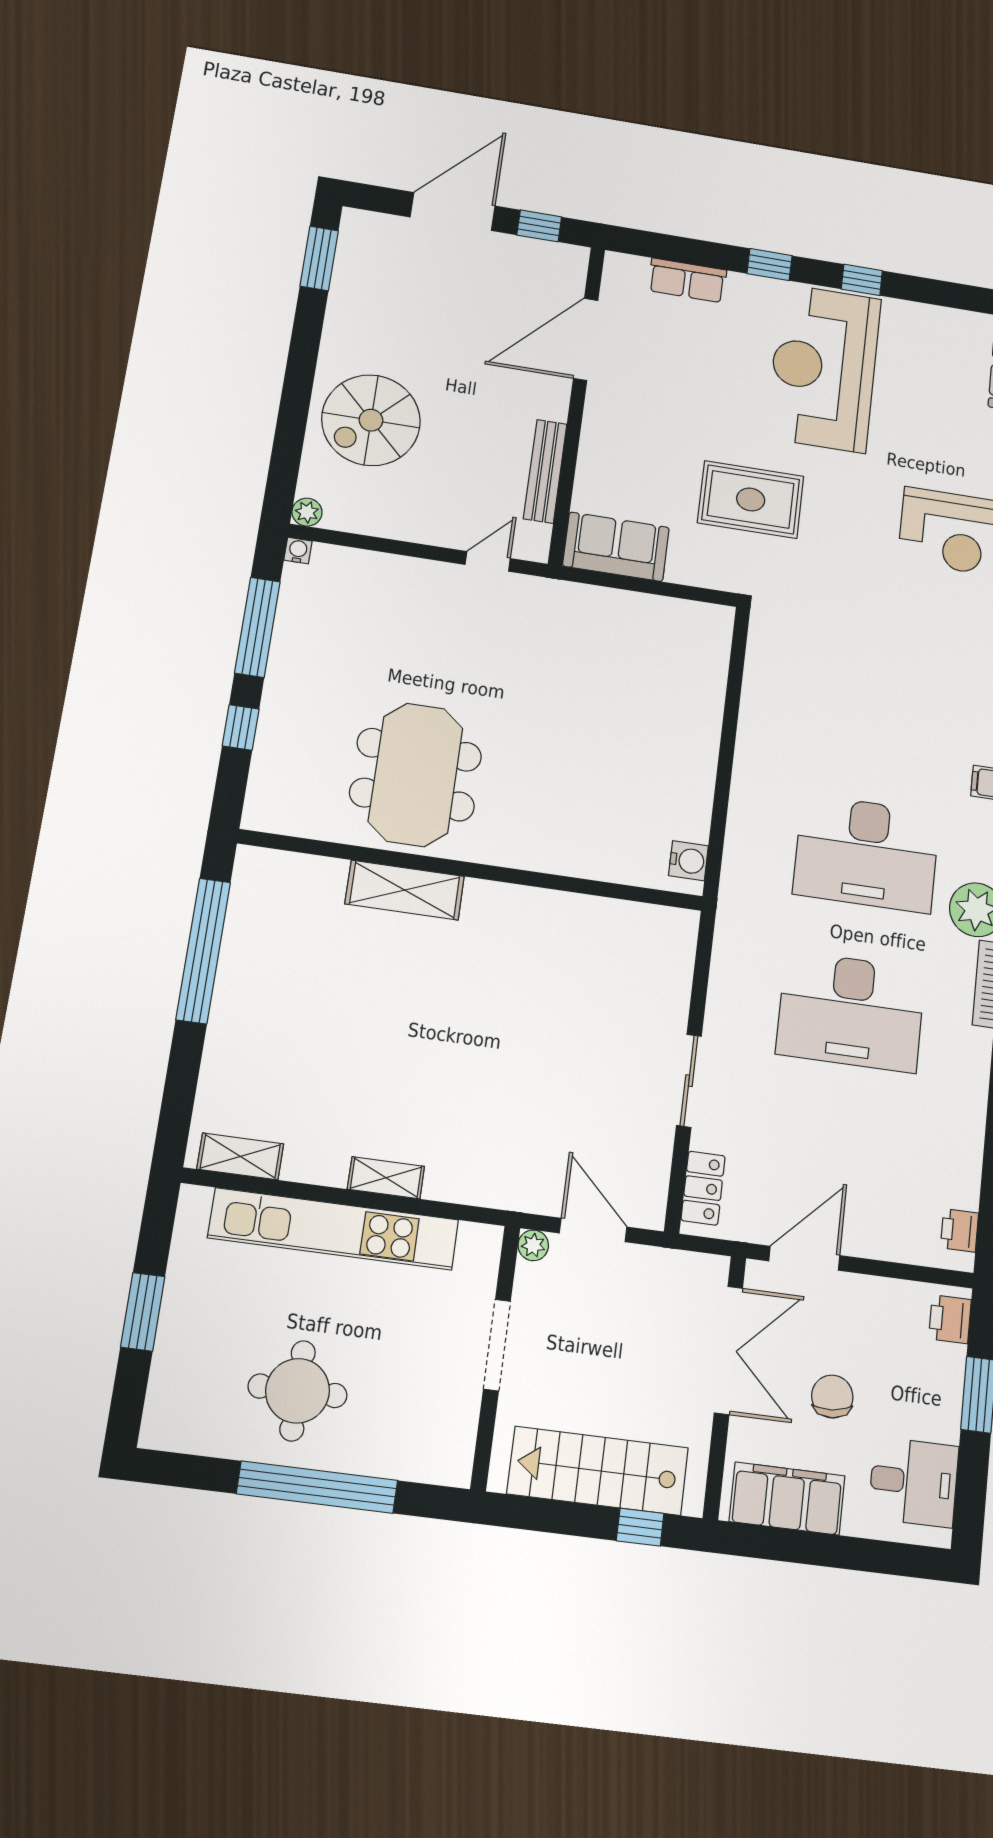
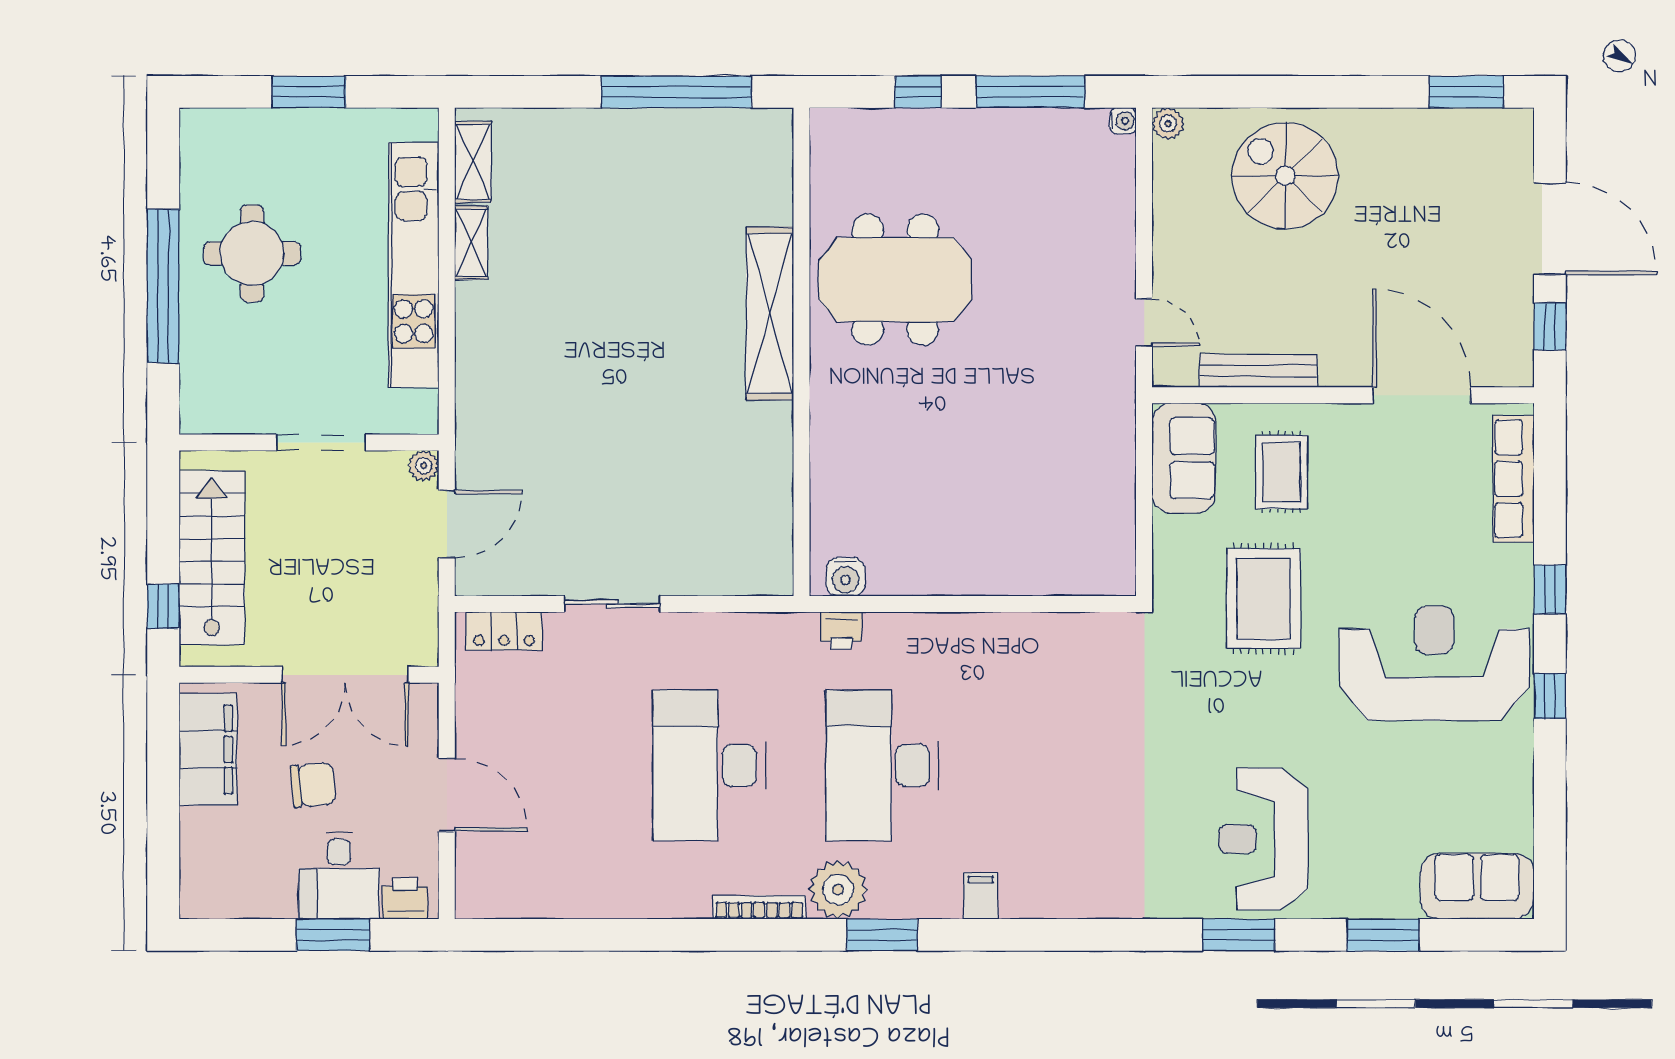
row of seats: (687, 280) -> (1514, 479), width x1.48
rug: (639, 466) -> (1281, 472), added
shelving: (405, 890) -> (770, 314), width x1.47
shelving: (386, 1178) -> (471, 243), moved
printer: (959, 1230) -> (841, 630), moved, turned 180
door: (804, 1258) -> (447, 795), moved
desk: (914, 1482) -> (339, 876), moved

